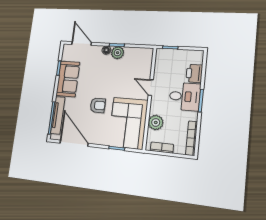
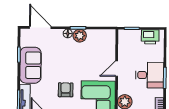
printer: (194, 73) -> (150, 37), moved, turned -90
door: (151, 88) -> (117, 69), hinge flipped
armchair: (98, 105) -> (66, 90), turned -90

